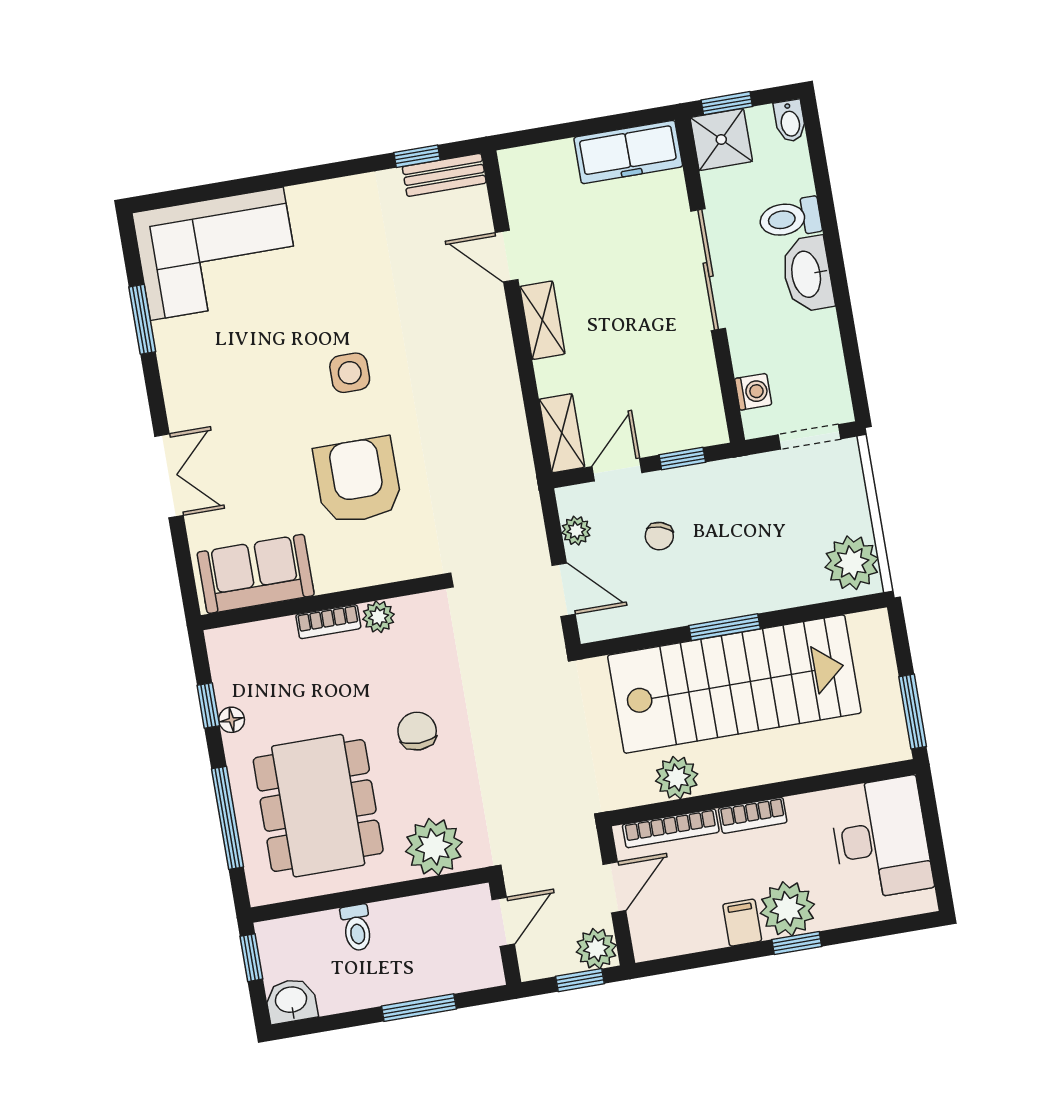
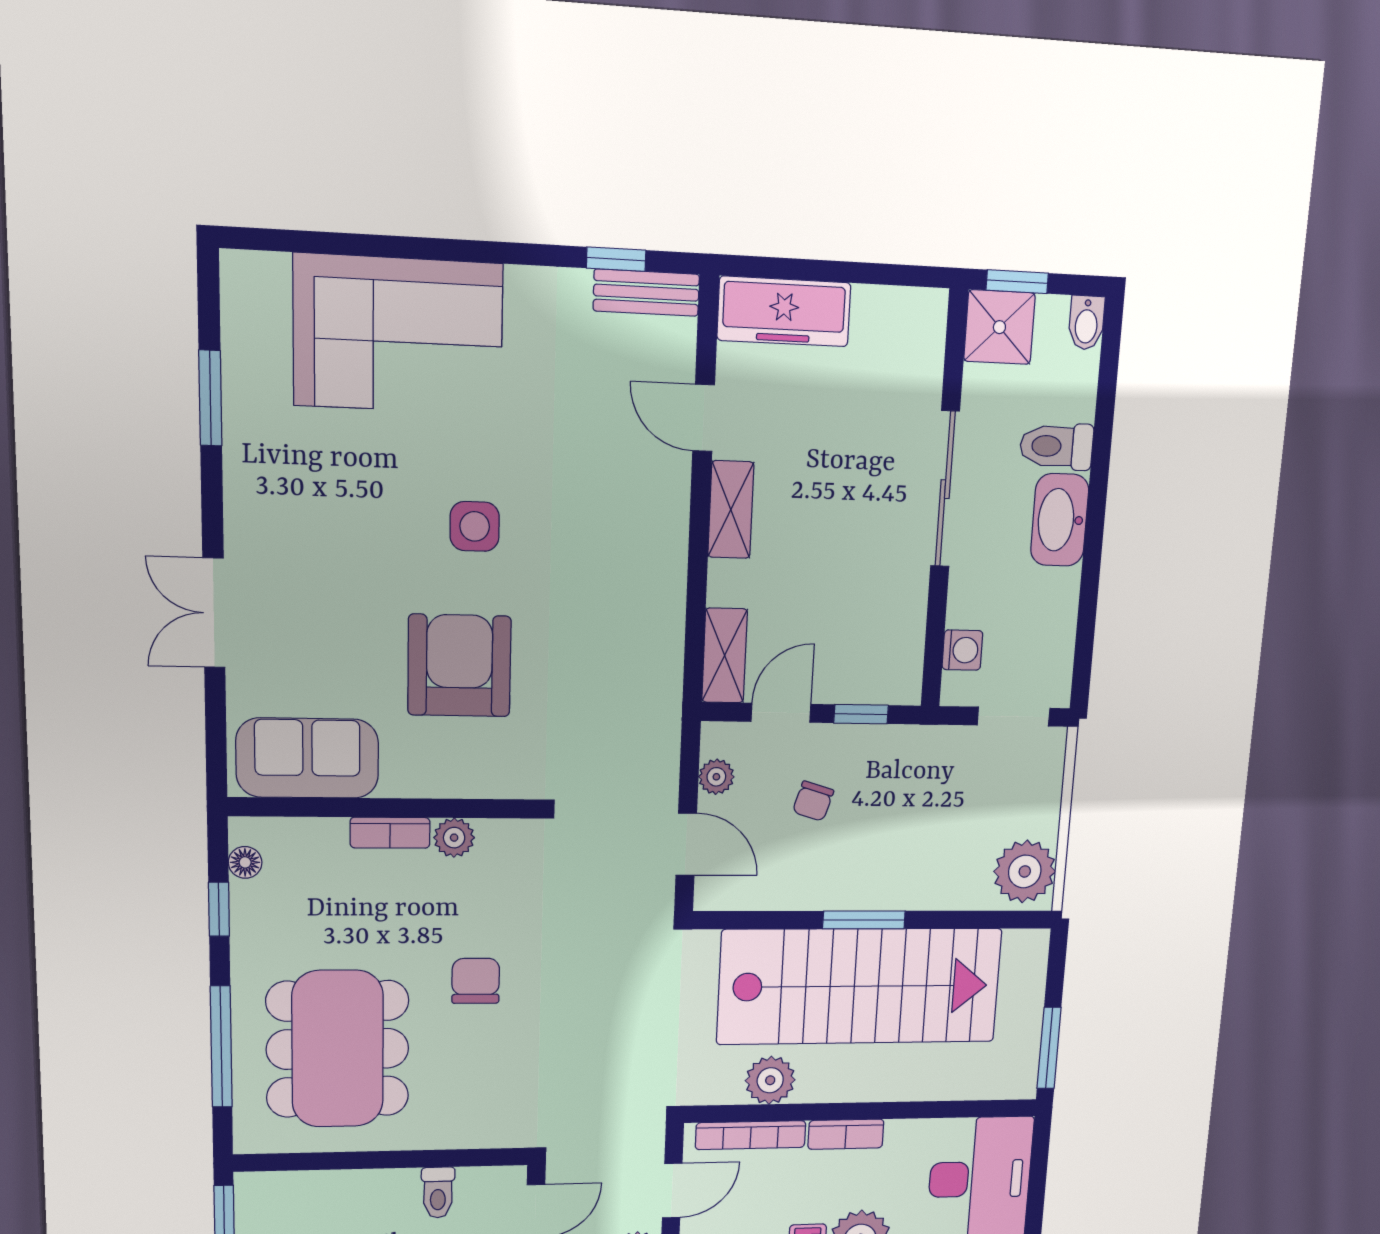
freezer: (628, 152) -> (784, 311), moved
corner sofa: (217, 254) -> (398, 334), moved
double door: (169, 476) -> (214, 613), swing flipped
floor lamp: (232, 720) -> (245, 862), moved
plant: (434, 847) -> (470, 1116), removed
toilet: (357, 928) -> (438, 1193), moved

